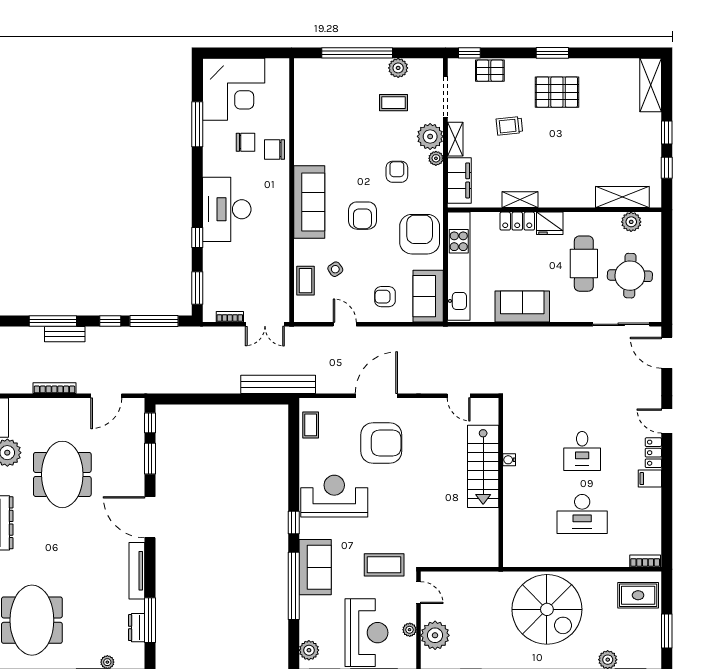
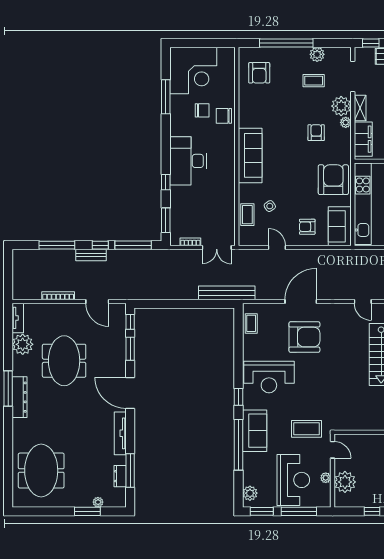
armchair: (362, 216) -> (259, 73), moved
bench: (65, 334) -> (91, 255), moved
door: (106, 396) -> (97, 301), hinge flipped
reception desk: (334, 496) -> (269, 377), turned 180

